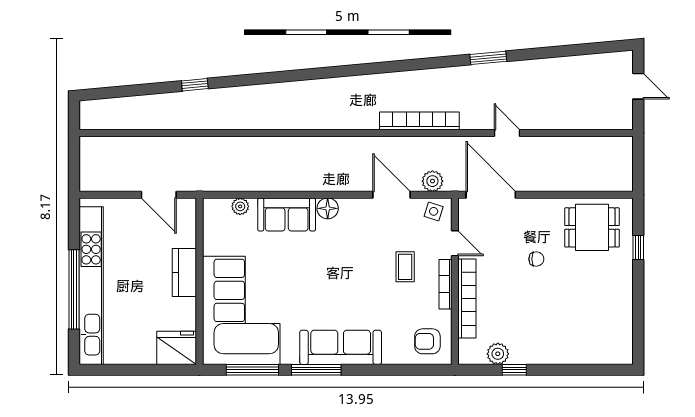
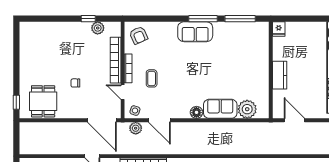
plant: (240, 206) -> (247, 109), width x1.88, depth x1.88
dining table: (592, 227) -> (43, 101), turned 90
window: (638, 248) -> (16, 102), moved
corner sofa: (241, 310) -> (247, 53), removed
armchair: (427, 341) -> (139, 35), turned 66
sofa: (341, 347) -> (195, 32), width x0.73
fridge: (177, 348) -> (279, 29), width x0.53, depth x0.75

